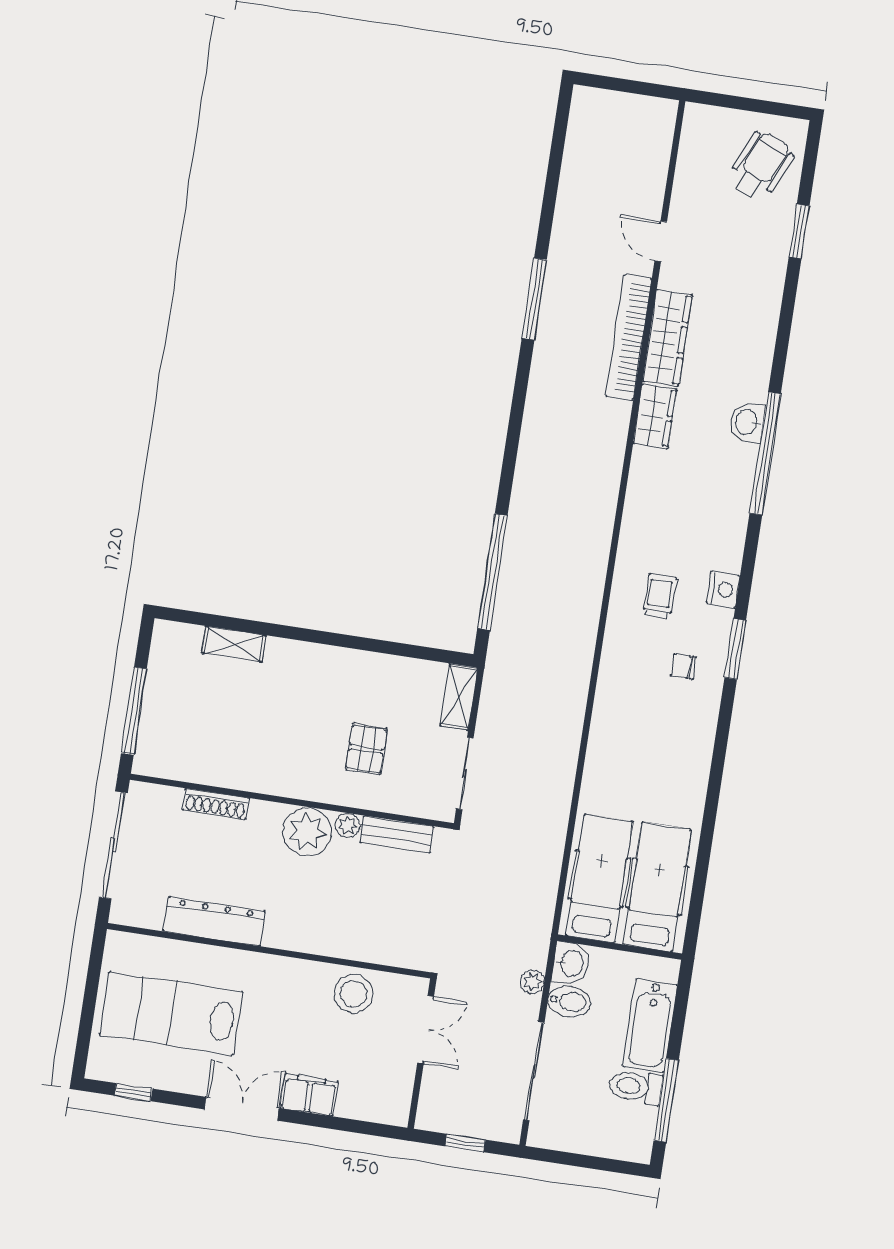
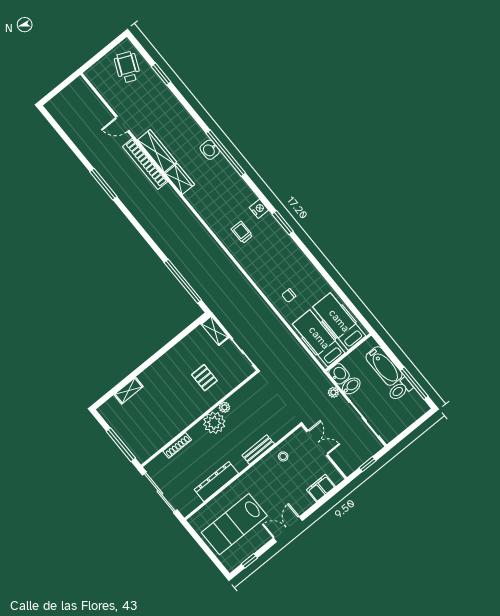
chair: (683, 667) -> (289, 295), moved
bench: (397, 834) -> (258, 450), moved
stool: (354, 994) -> (283, 456), width x0.53, depth x0.53
filing cabinet: (309, 1095) -> (321, 488), moved

